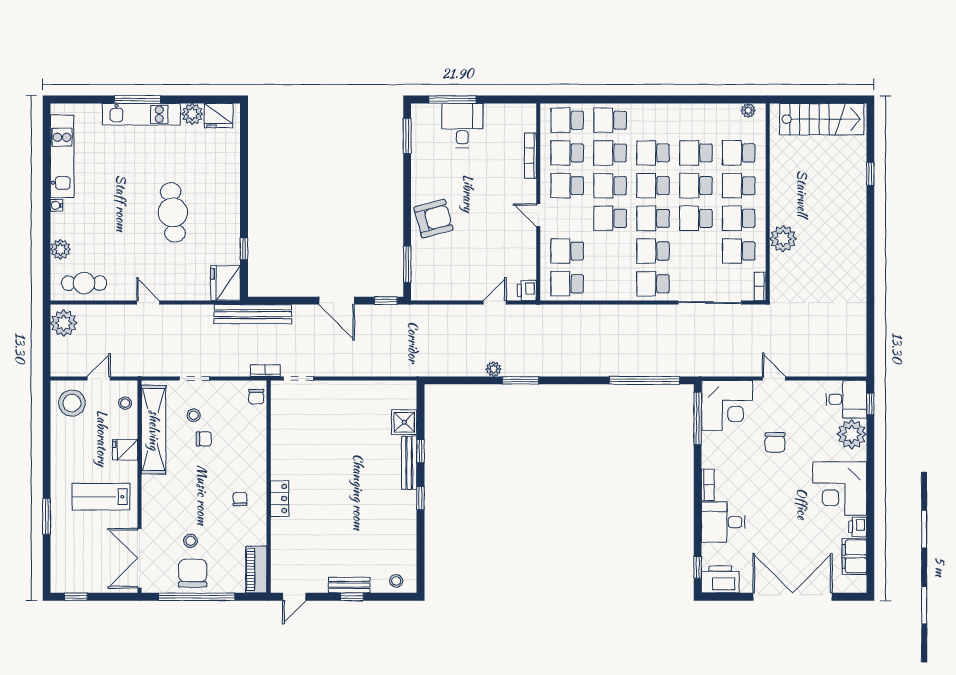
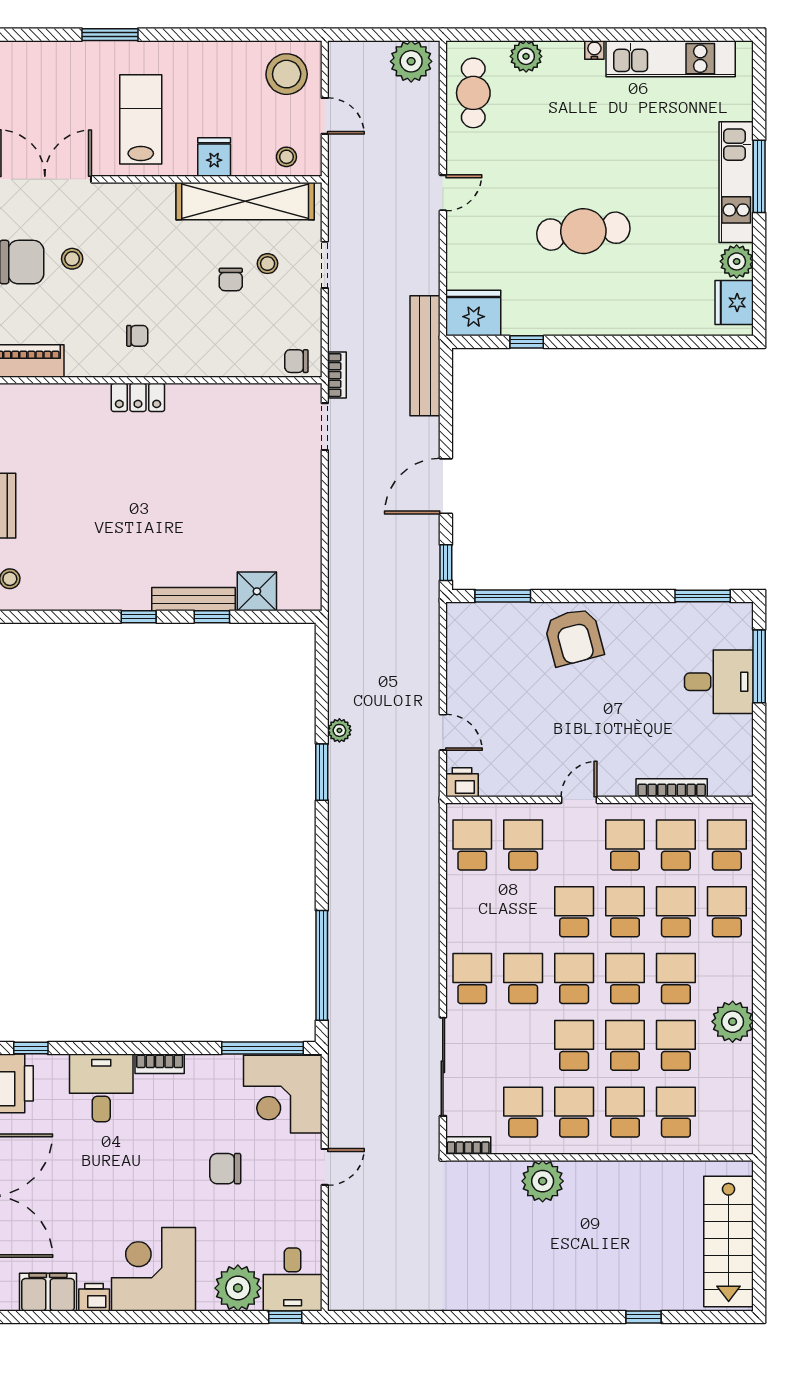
plant: (748, 110) -> (733, 1022), moved, width x1.88, depth x1.88

